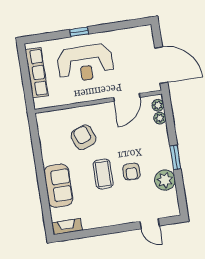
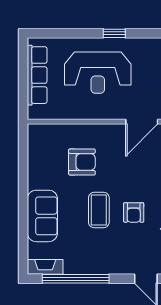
window: (79, 32) -> (114, 33), moved
armchair: (84, 137) -> (82, 162), turned 110
window: (93, 232) -> (76, 279), added

